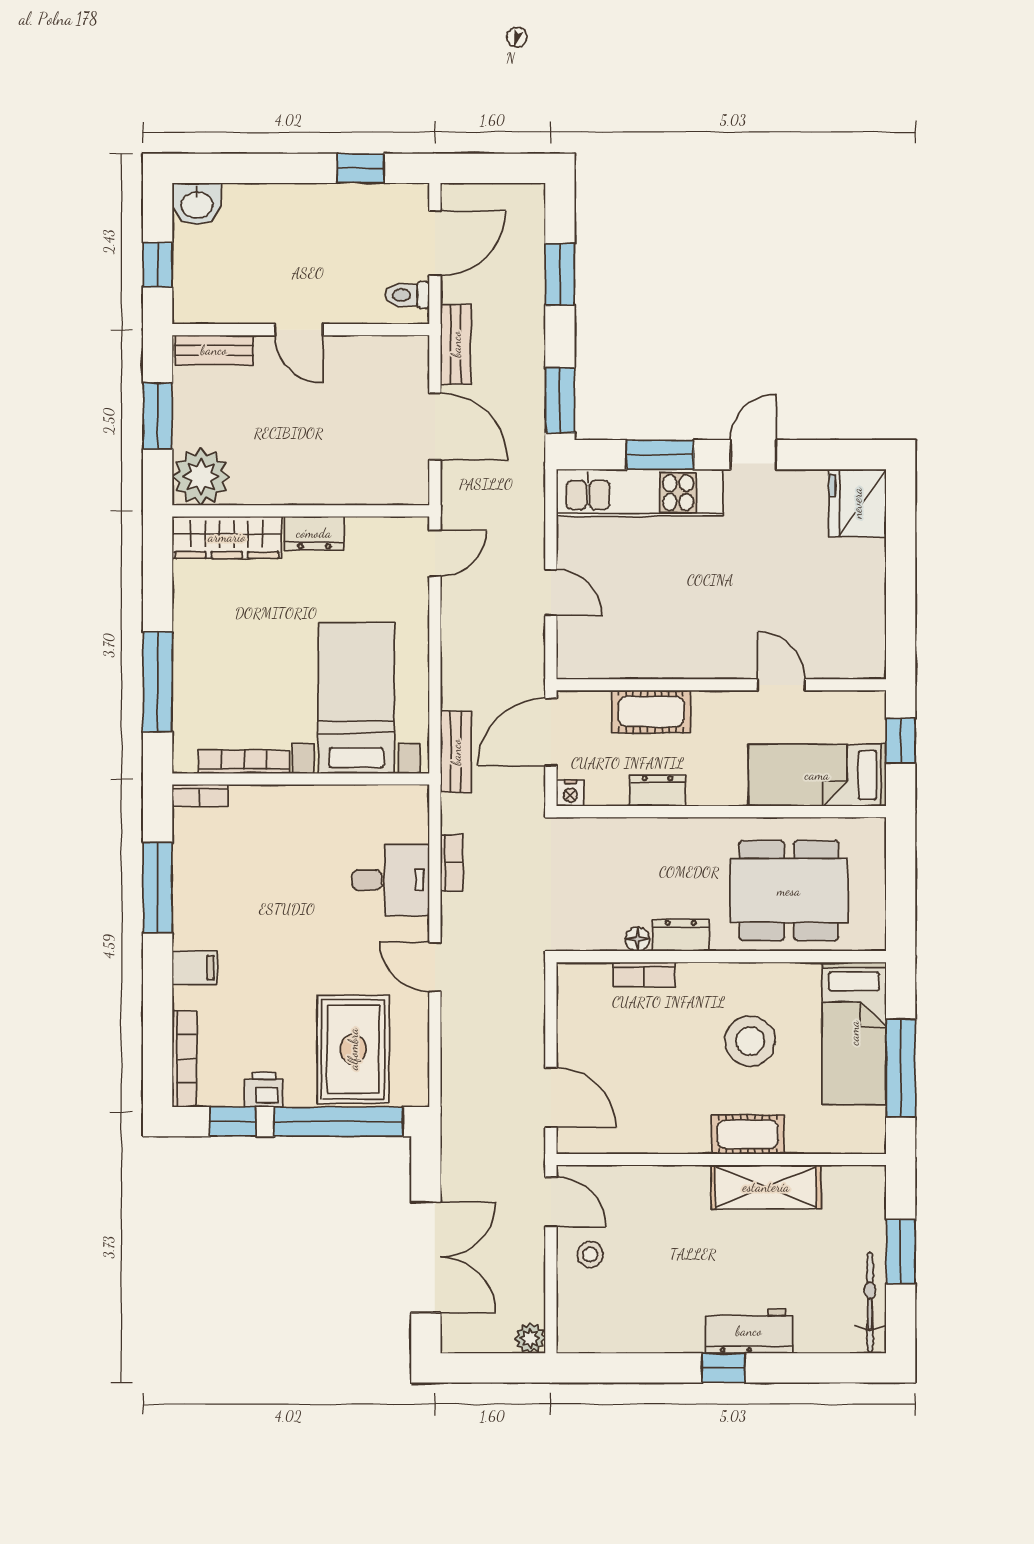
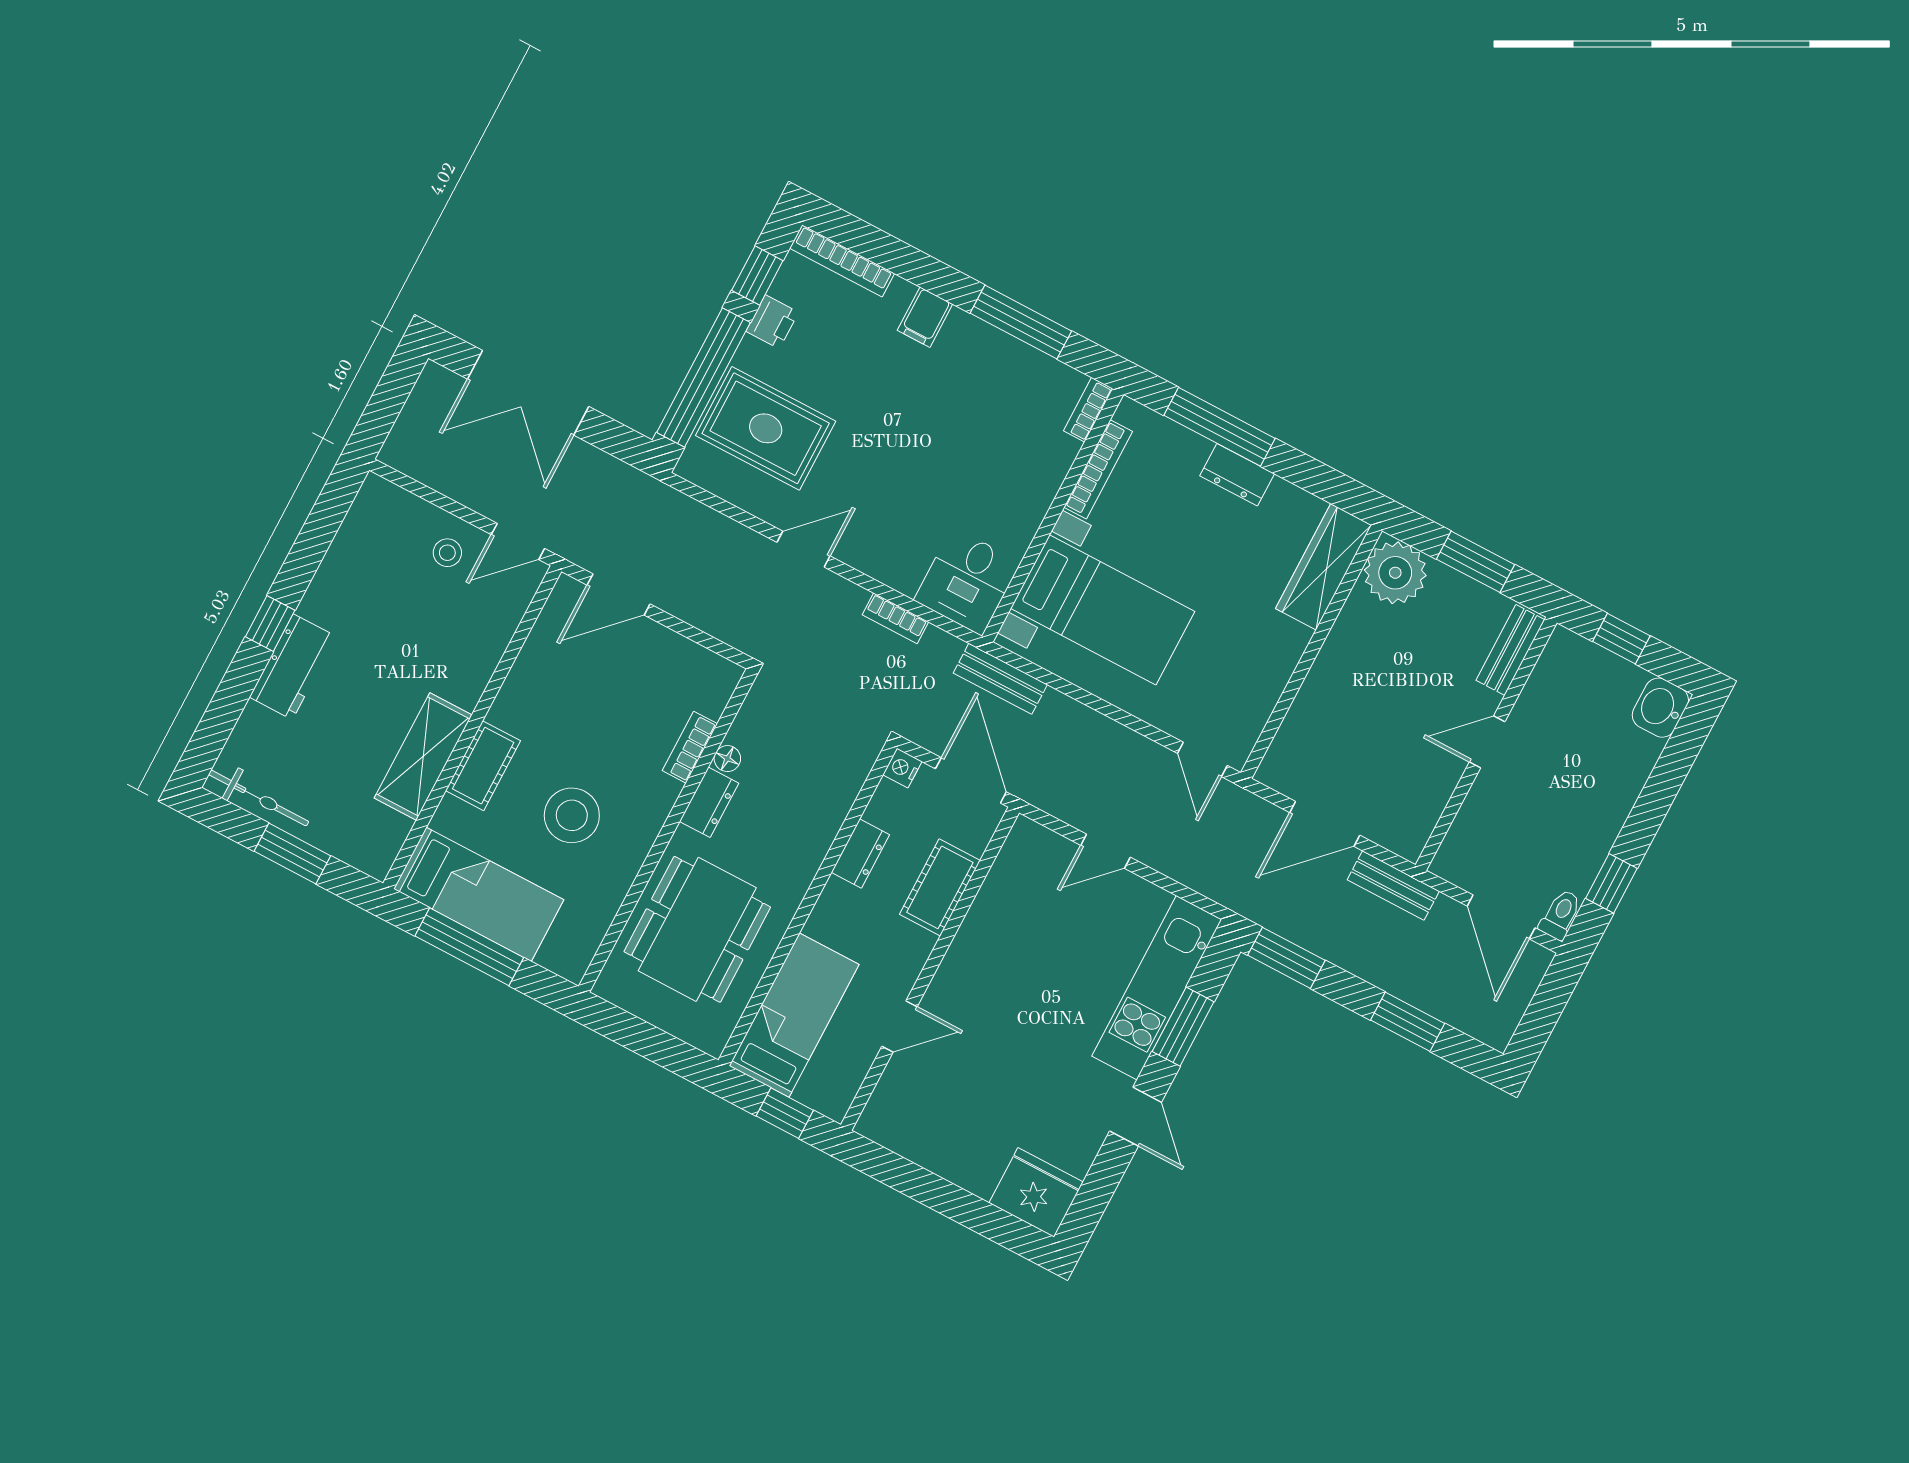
toilet: (408, 295) -> (1560, 914), moved
dresser: (314, 533) -> (1237, 475), moved, turned -90
desk: (391, 880) -> (967, 581), moved
bed: (854, 1033) -> (479, 894), moved, turned 180
plant: (530, 1338) -> (397, 452), removed

